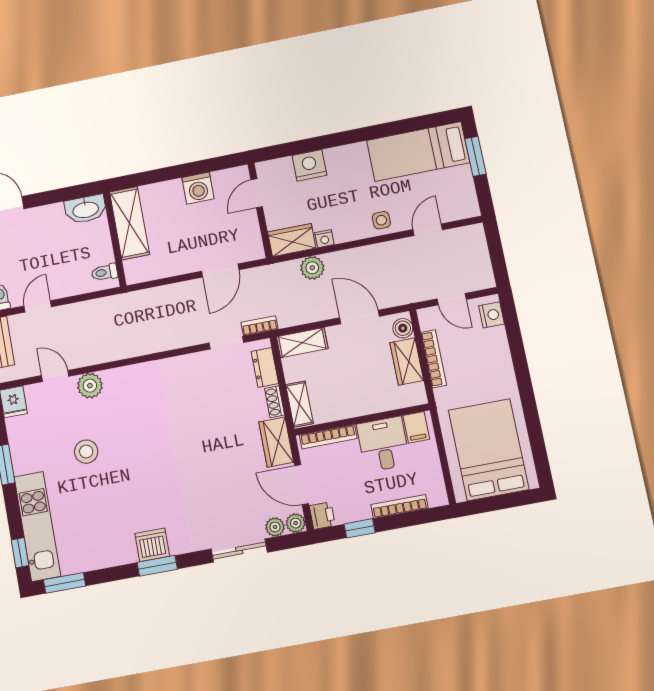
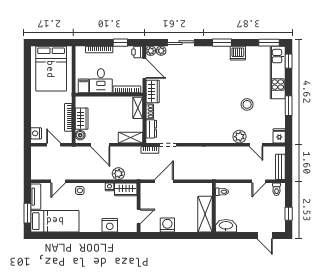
tv unit: (466, 191) -> (36, 197), added
dishwasher: (152, 545) -> (238, 53), moved

